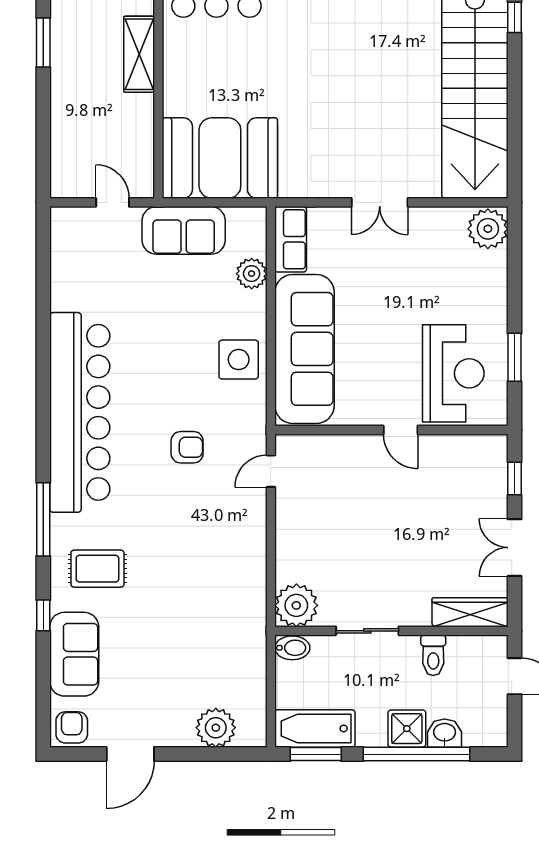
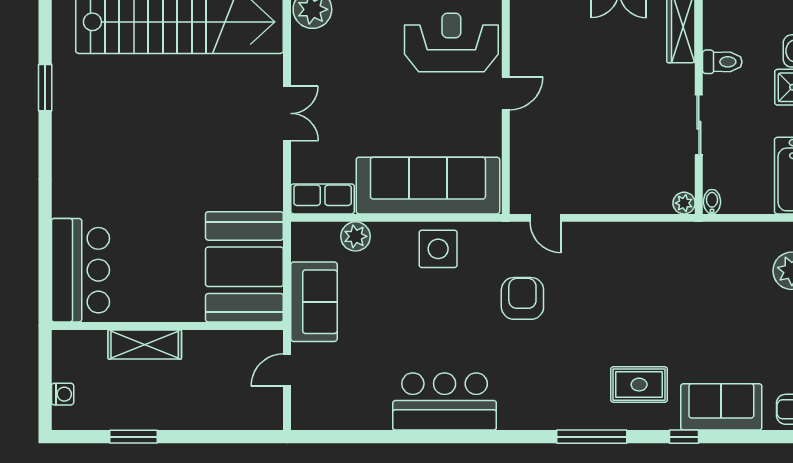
bar counter: (80, 412) -> (445, 401), width x0.54
armchair: (187, 447) -> (522, 298), width x1.38, depth x1.38
rug: (97, 569) -> (639, 385), turned 90
plant: (296, 605) -> (684, 203), width x0.53, depth x0.53
bidet: (292, 648) -> (712, 202), width x0.72, depth x0.74

